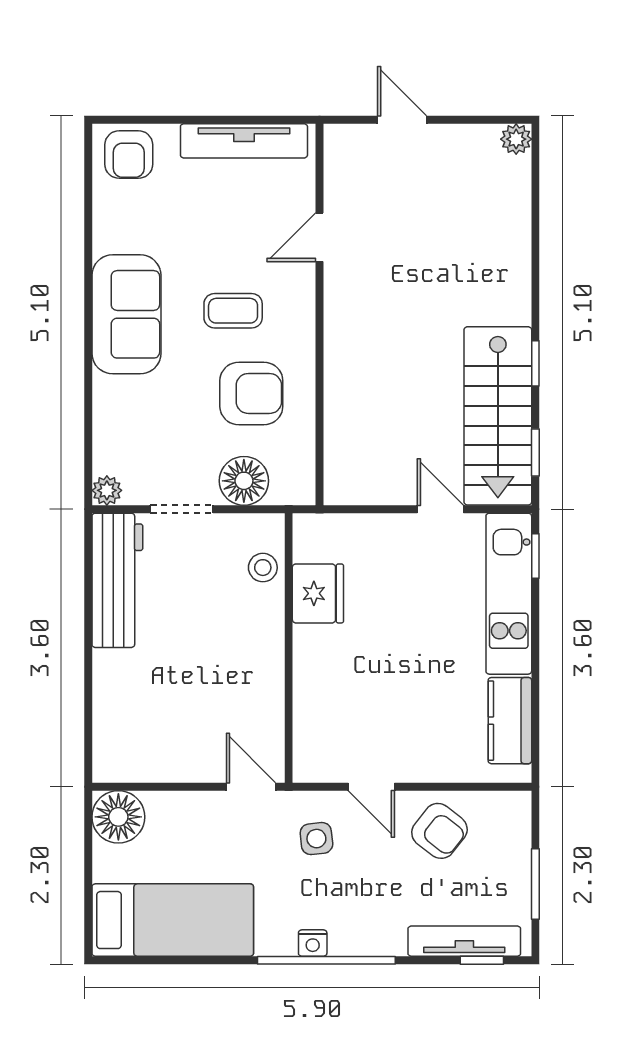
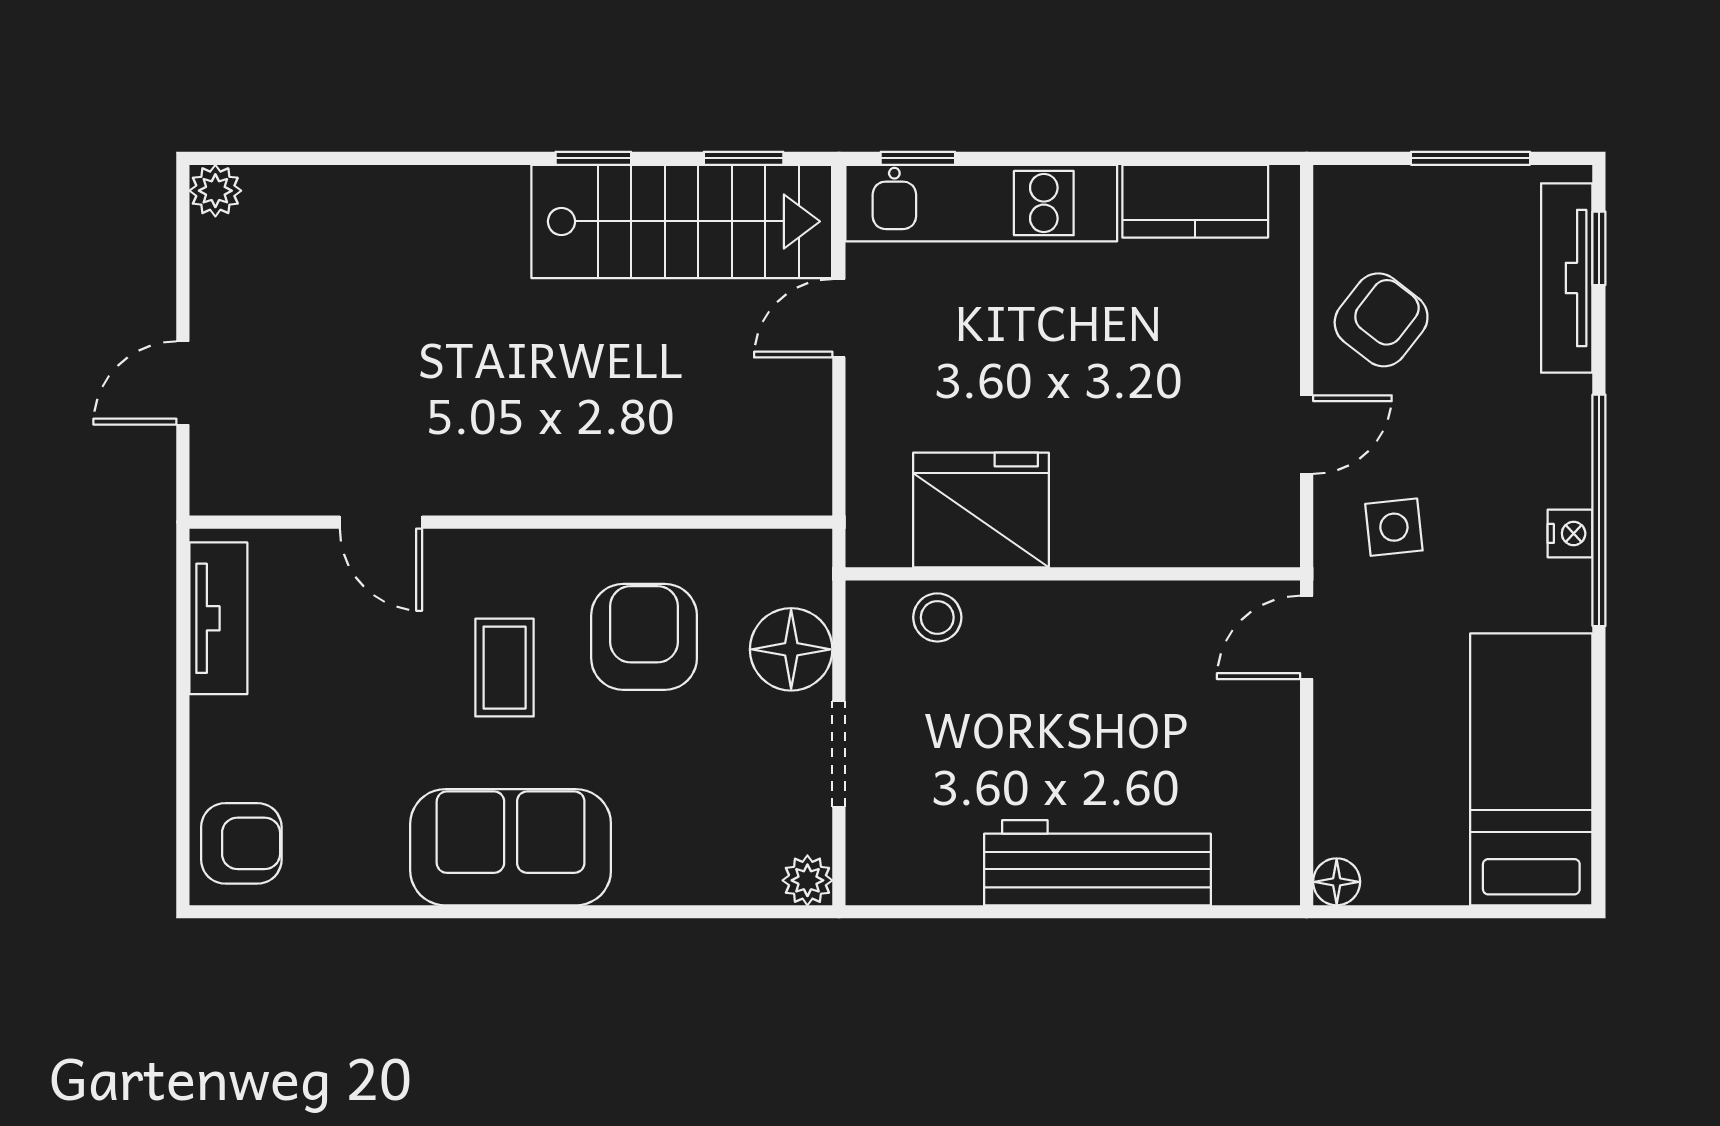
tv unit: (244, 141) -> (218, 618), width x0.71
workbench: (117, 580) -> (1097, 863), moved
fridge: (318, 593) -> (981, 510), width x1.36, depth x1.34
floor lamp: (118, 817) -> (1337, 882), width x0.53, depth x0.53

